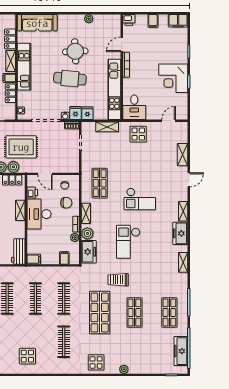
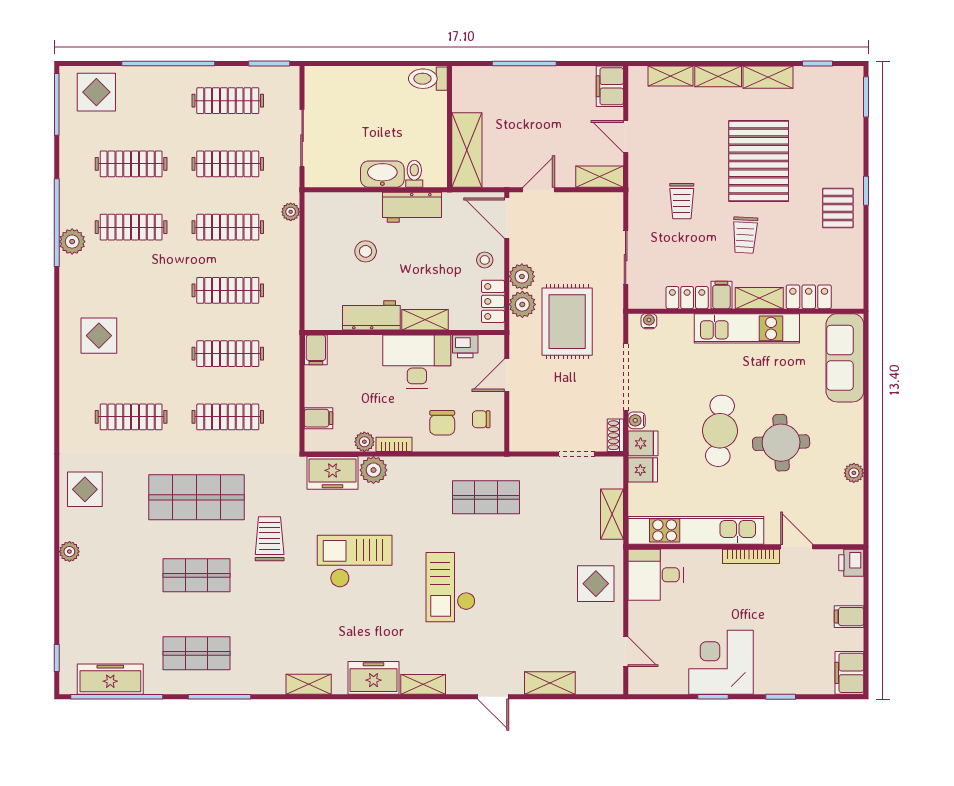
shelving: (86, 213) -> (418, 467), removed
workbench: (18, 251) -> (371, 315), moved

